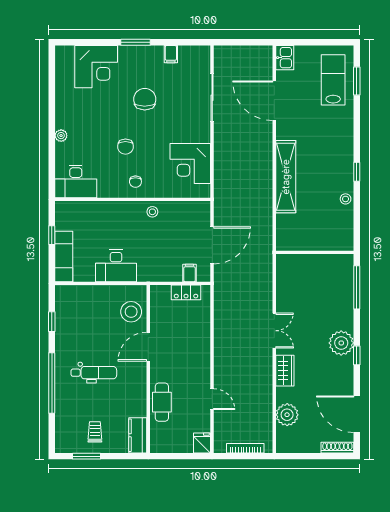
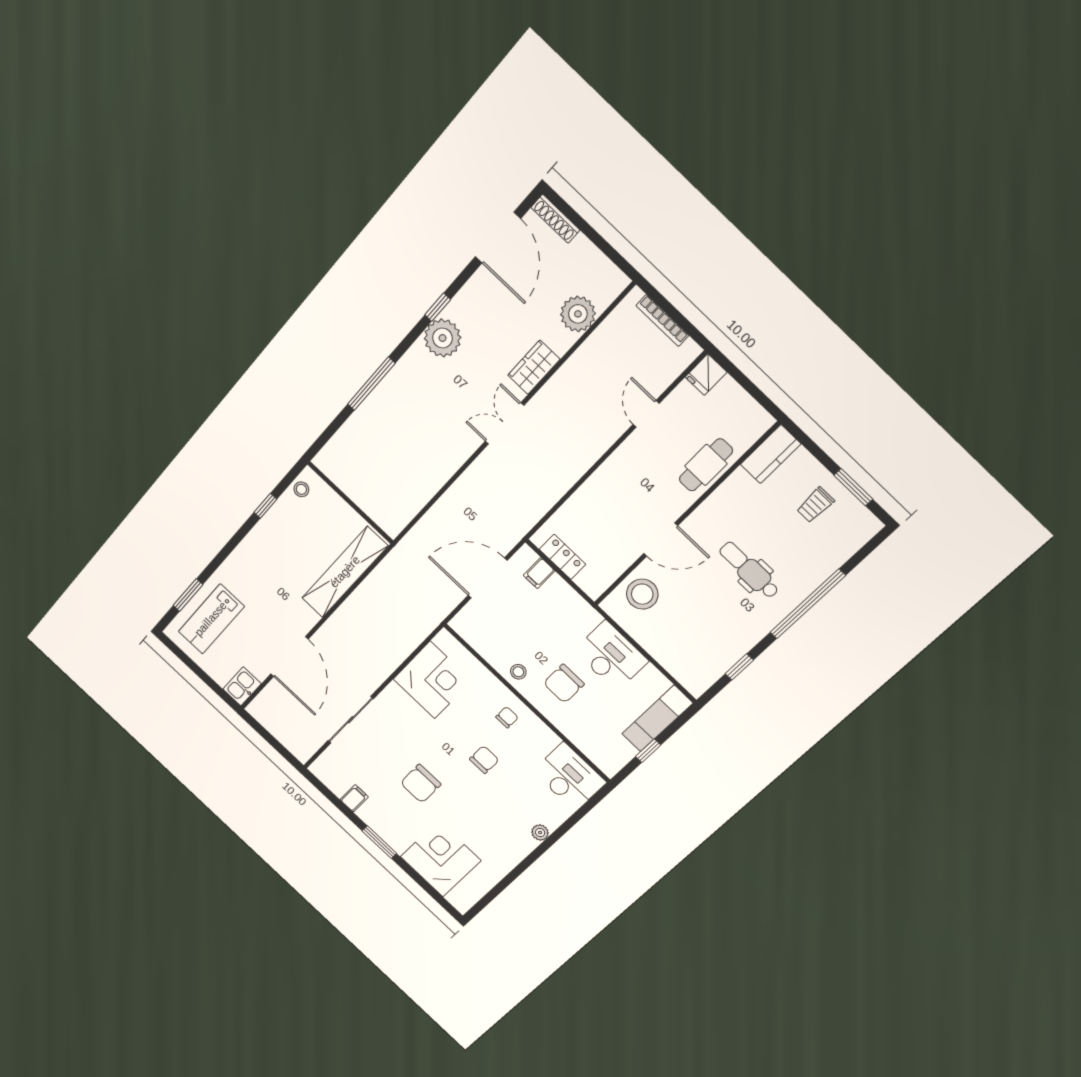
chair: (125, 228) -> (564, 684), added
wall: (315, 252) -> (350, 503), moved

